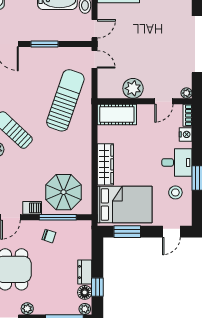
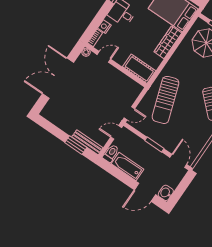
door: (95, 59) -> (129, 113), swing flipped
plant: (133, 88) -> (118, 78), removed
sun lounger: (65, 100) -> (166, 100), turned -38

